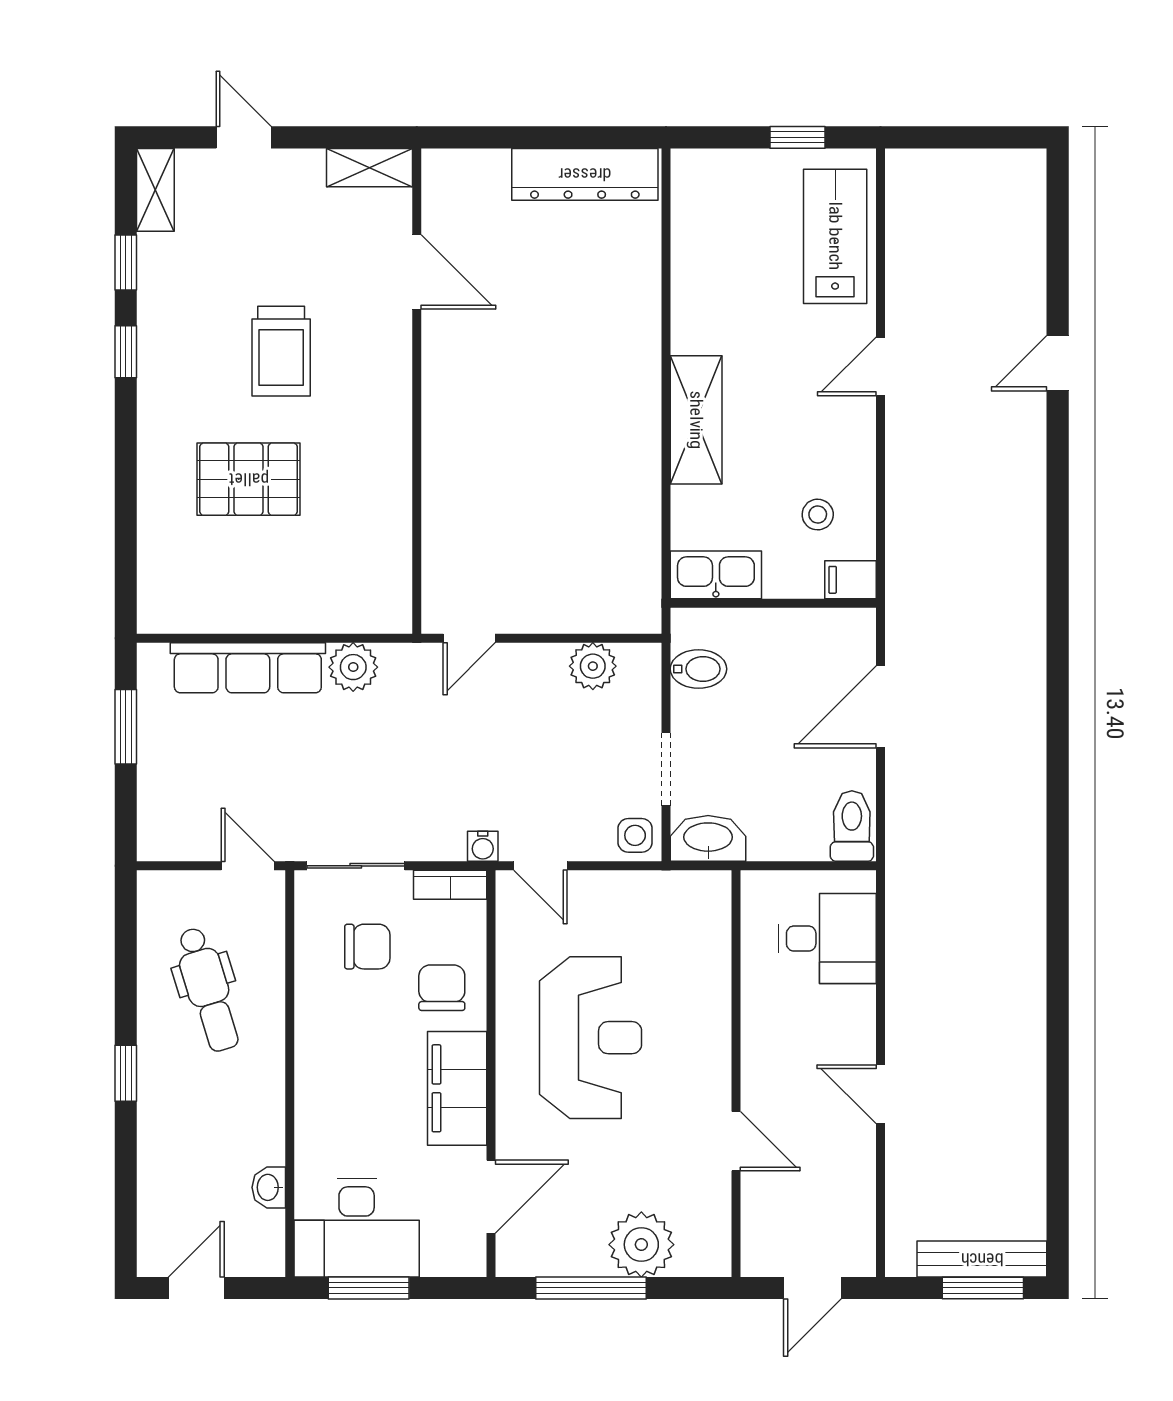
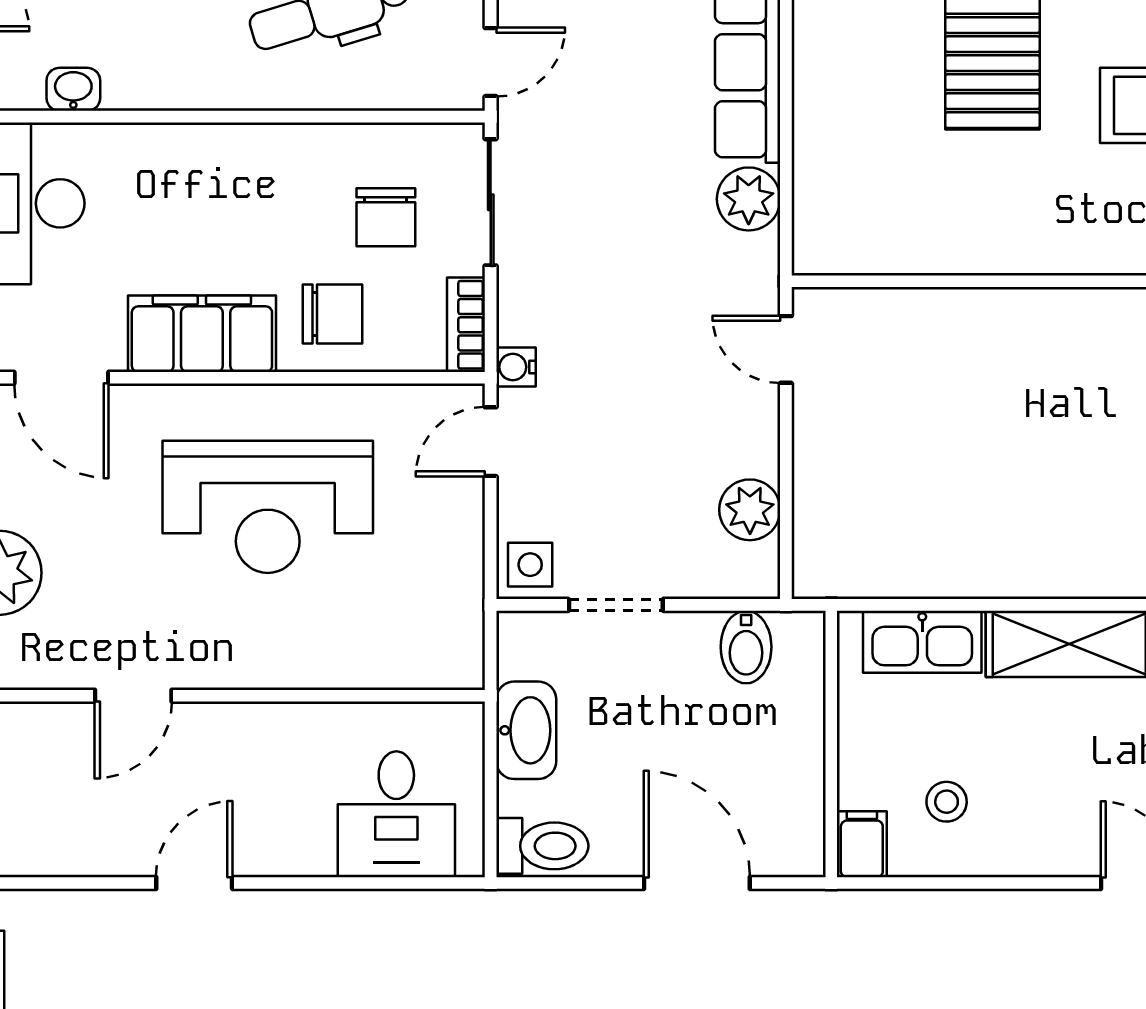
kitchen sink: (716, 575) -> (922, 642), moved, turned 90
washbasin: (708, 838) -> (526, 730), moved

